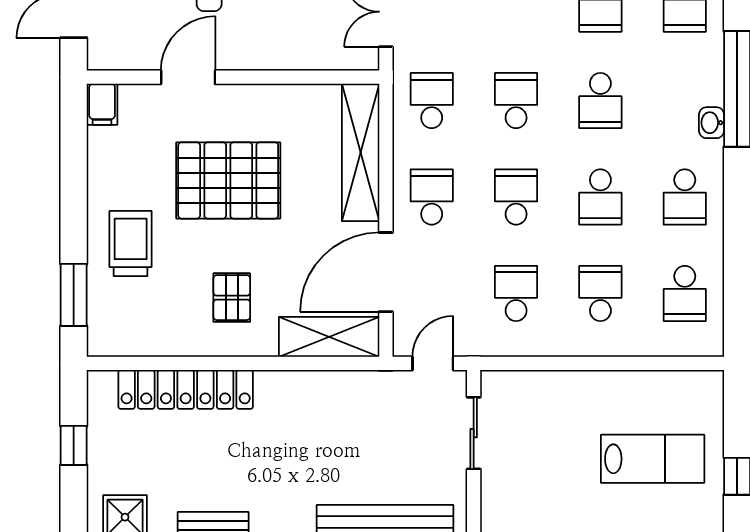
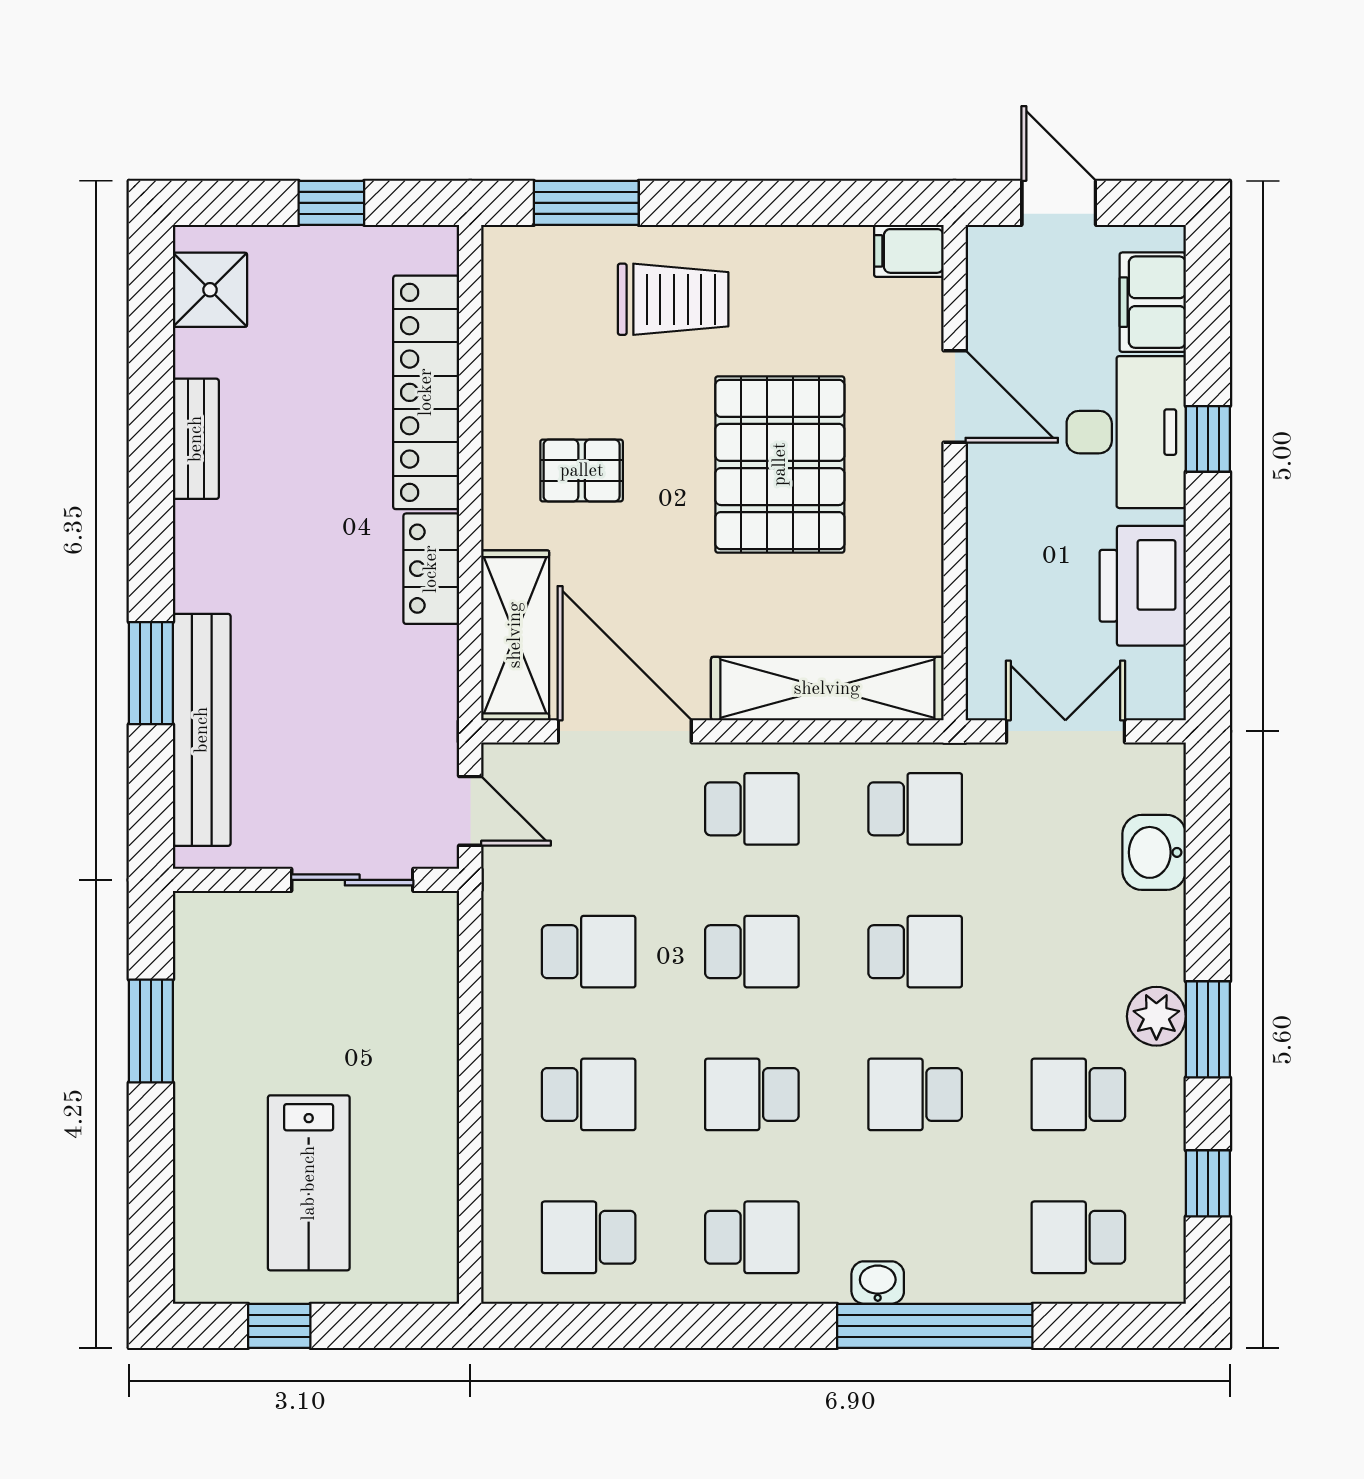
school desk: (685, 197) -> (752, 1237), turned 180
locker: (290, 386) -> (431, 569), added

